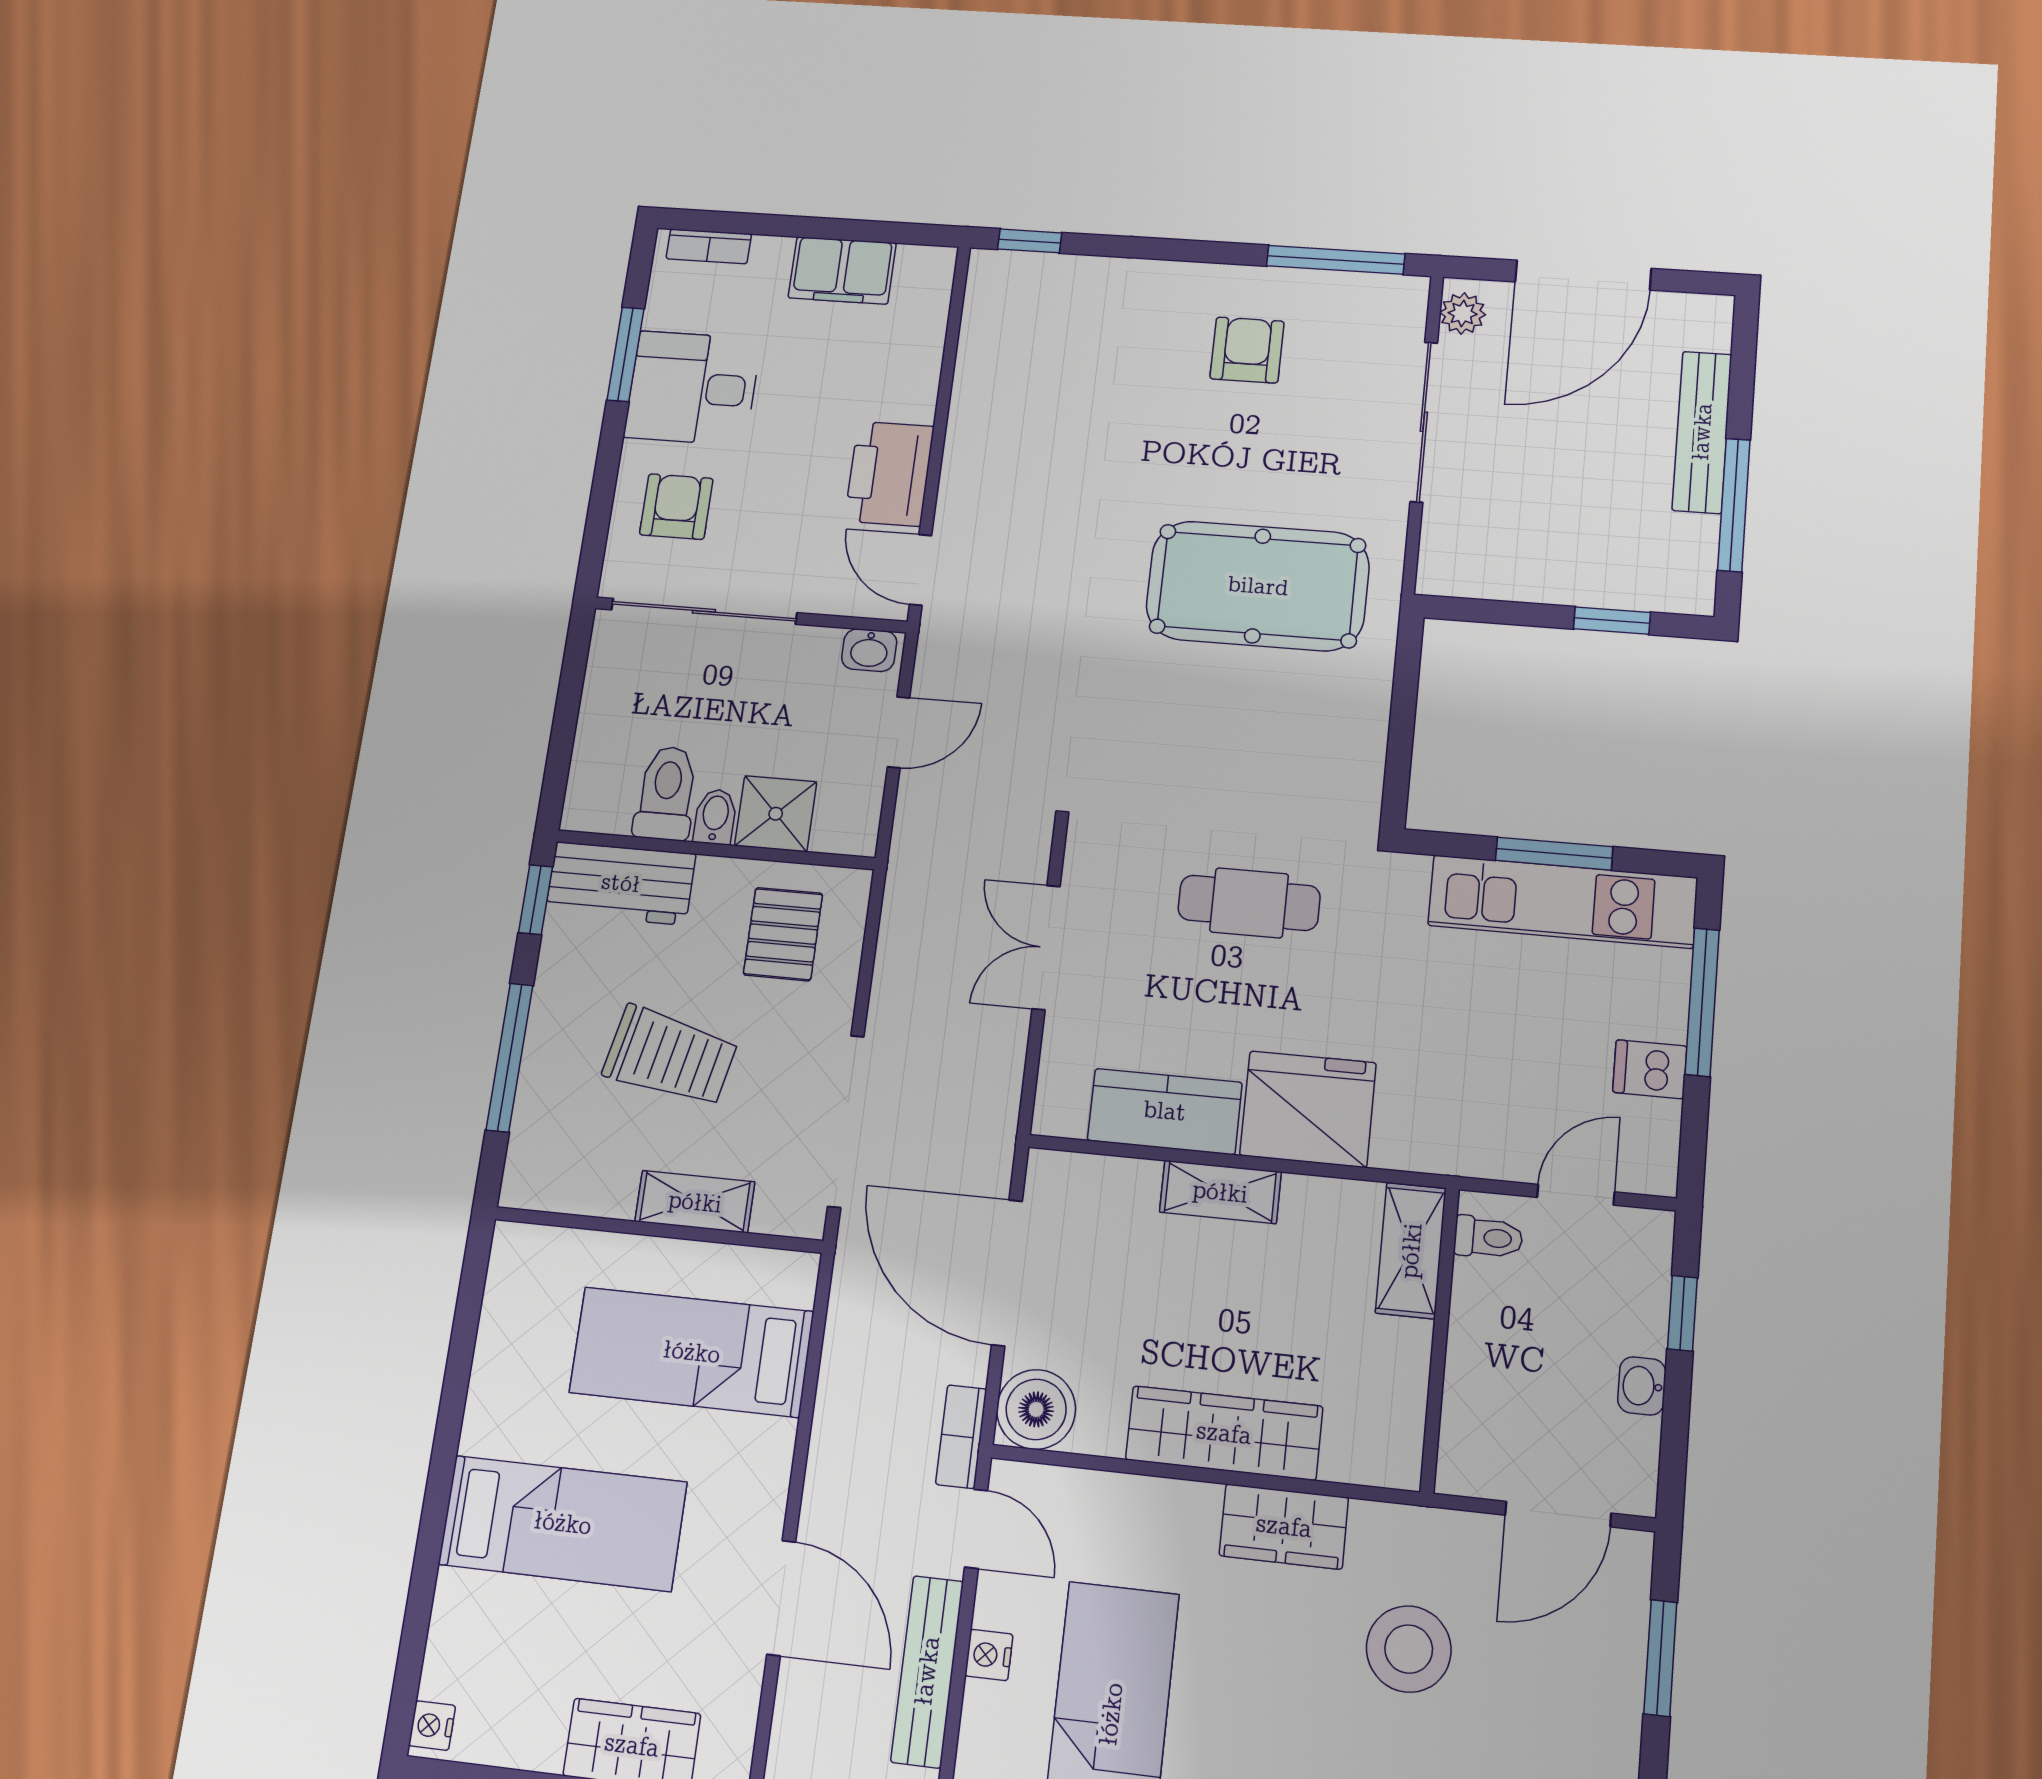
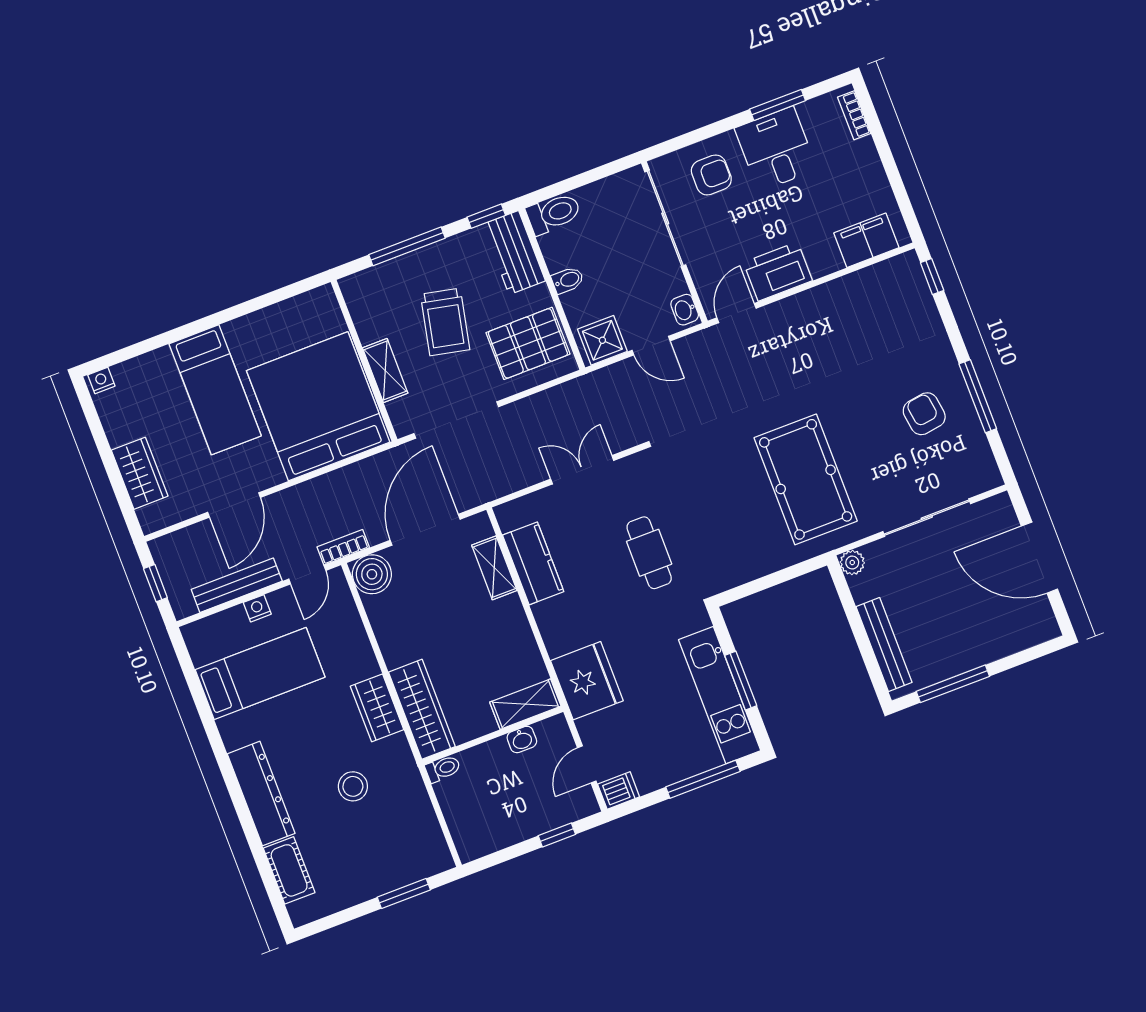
window: (1336, 260) -> (978, 396), moved
filing cabinet: (842, 270) -> (866, 240), moved, turned 90
plant: (1463, 313) -> (852, 563), moved
armchair: (1247, 350) -> (924, 414), turned -98
bench: (1702, 432) -> (884, 645), moved, turned 90
window: (1612, 621) -> (867, 654), removed
toilet: (666, 793) -> (554, 213), moved
shower: (776, 814) -> (602, 340), moved
pallet: (783, 934) -> (528, 343), width x1.50, depth x1.42
dishwasher: (1650, 1069) -> (619, 790), moved, turned 90
fridge: (1308, 1109) -> (587, 681), moved
shelving: (1220, 1192) -> (494, 568), moved
door: (1576, 1195) -> (587, 764), swing flipped
toilet: (1488, 1238) -> (443, 769), moved, turned -90
bed: (692, 1352) -> (318, 406), width x2.04
washbasin: (1642, 1386) -> (522, 739), moved, turned 180
wardrobe: (1224, 1433) -> (422, 709), moved
door: (1558, 1514) -> (443, 822), removed
stool: (1409, 1649) -> (353, 786), width x0.73, depth x0.73

